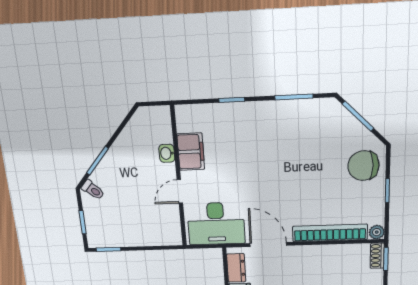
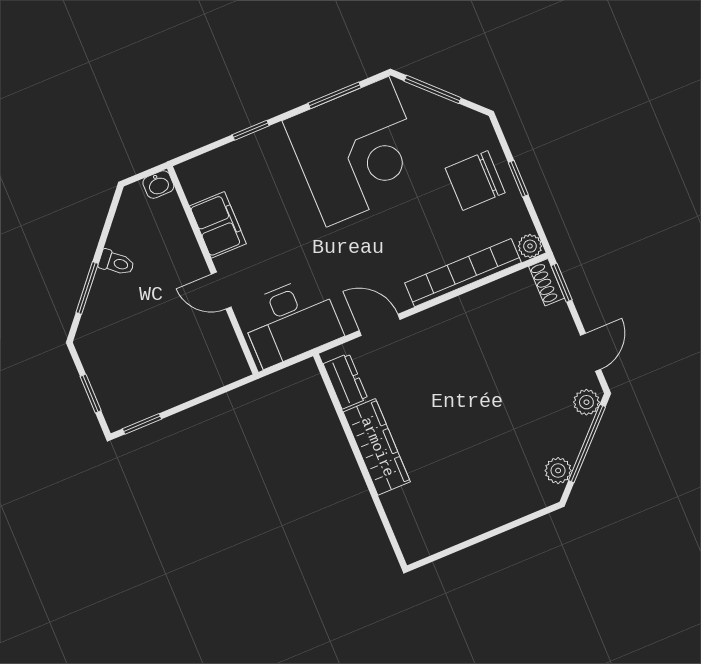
corner desk: (295, 138) -> (358, 152), added
washbasin: (167, 153) -> (158, 184), moved, turned -90
chair: (363, 166) -> (475, 180), moved
toilet: (93, 190) -> (116, 263), moved
door: (180, 191) -> (221, 291), hinge flipped
door: (268, 244) -> (380, 325), width x0.73

